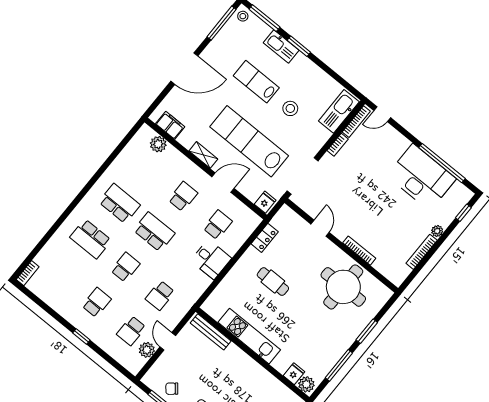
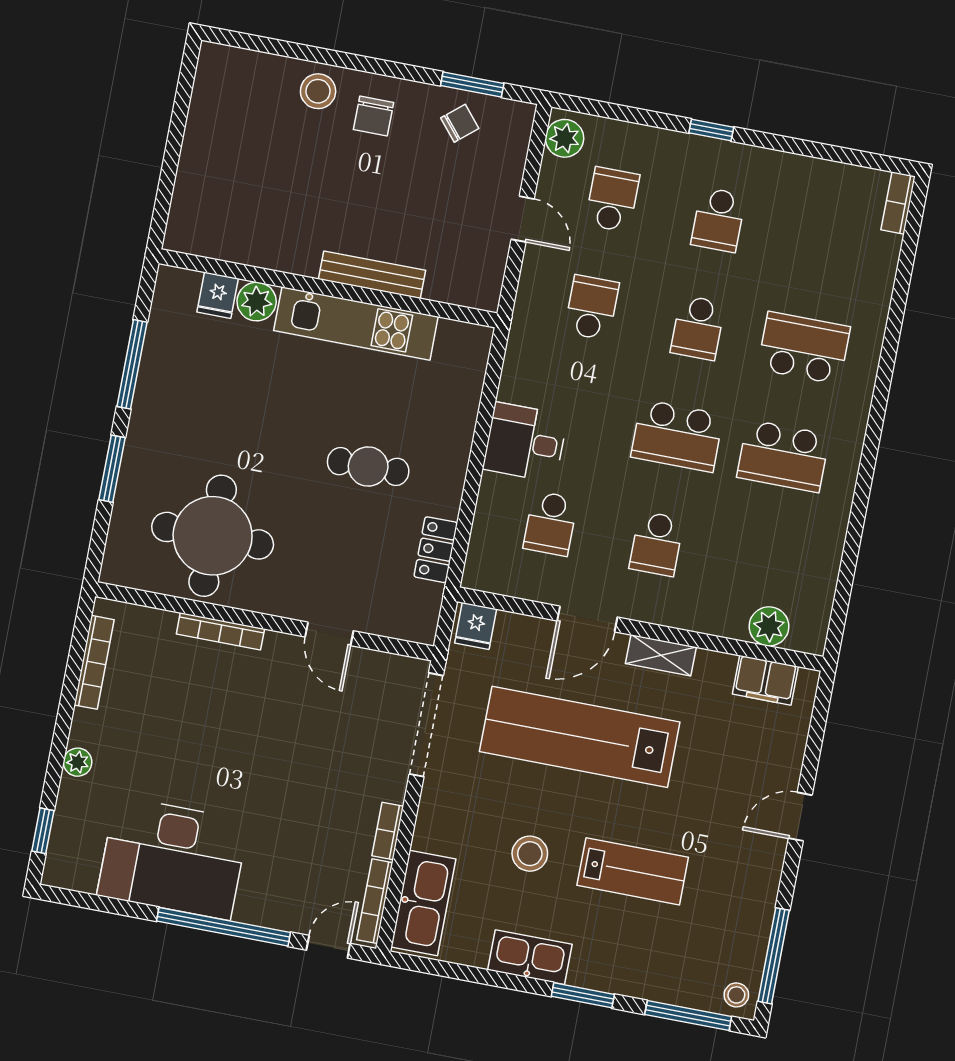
kitchen sink: (281, 47) -> (530, 957), moved
door: (184, 69) -> (800, 817), width x0.53
lab bench: (249, 141) -> (580, 737), turned 180
window: (442, 163) -> (224, 927), moved
bookcase: (422, 252) -> (94, 662), moved
bench: (211, 332) -> (372, 275), moved
plant: (147, 350) -> (565, 138), moved
plant: (306, 384) -> (257, 302), moved

